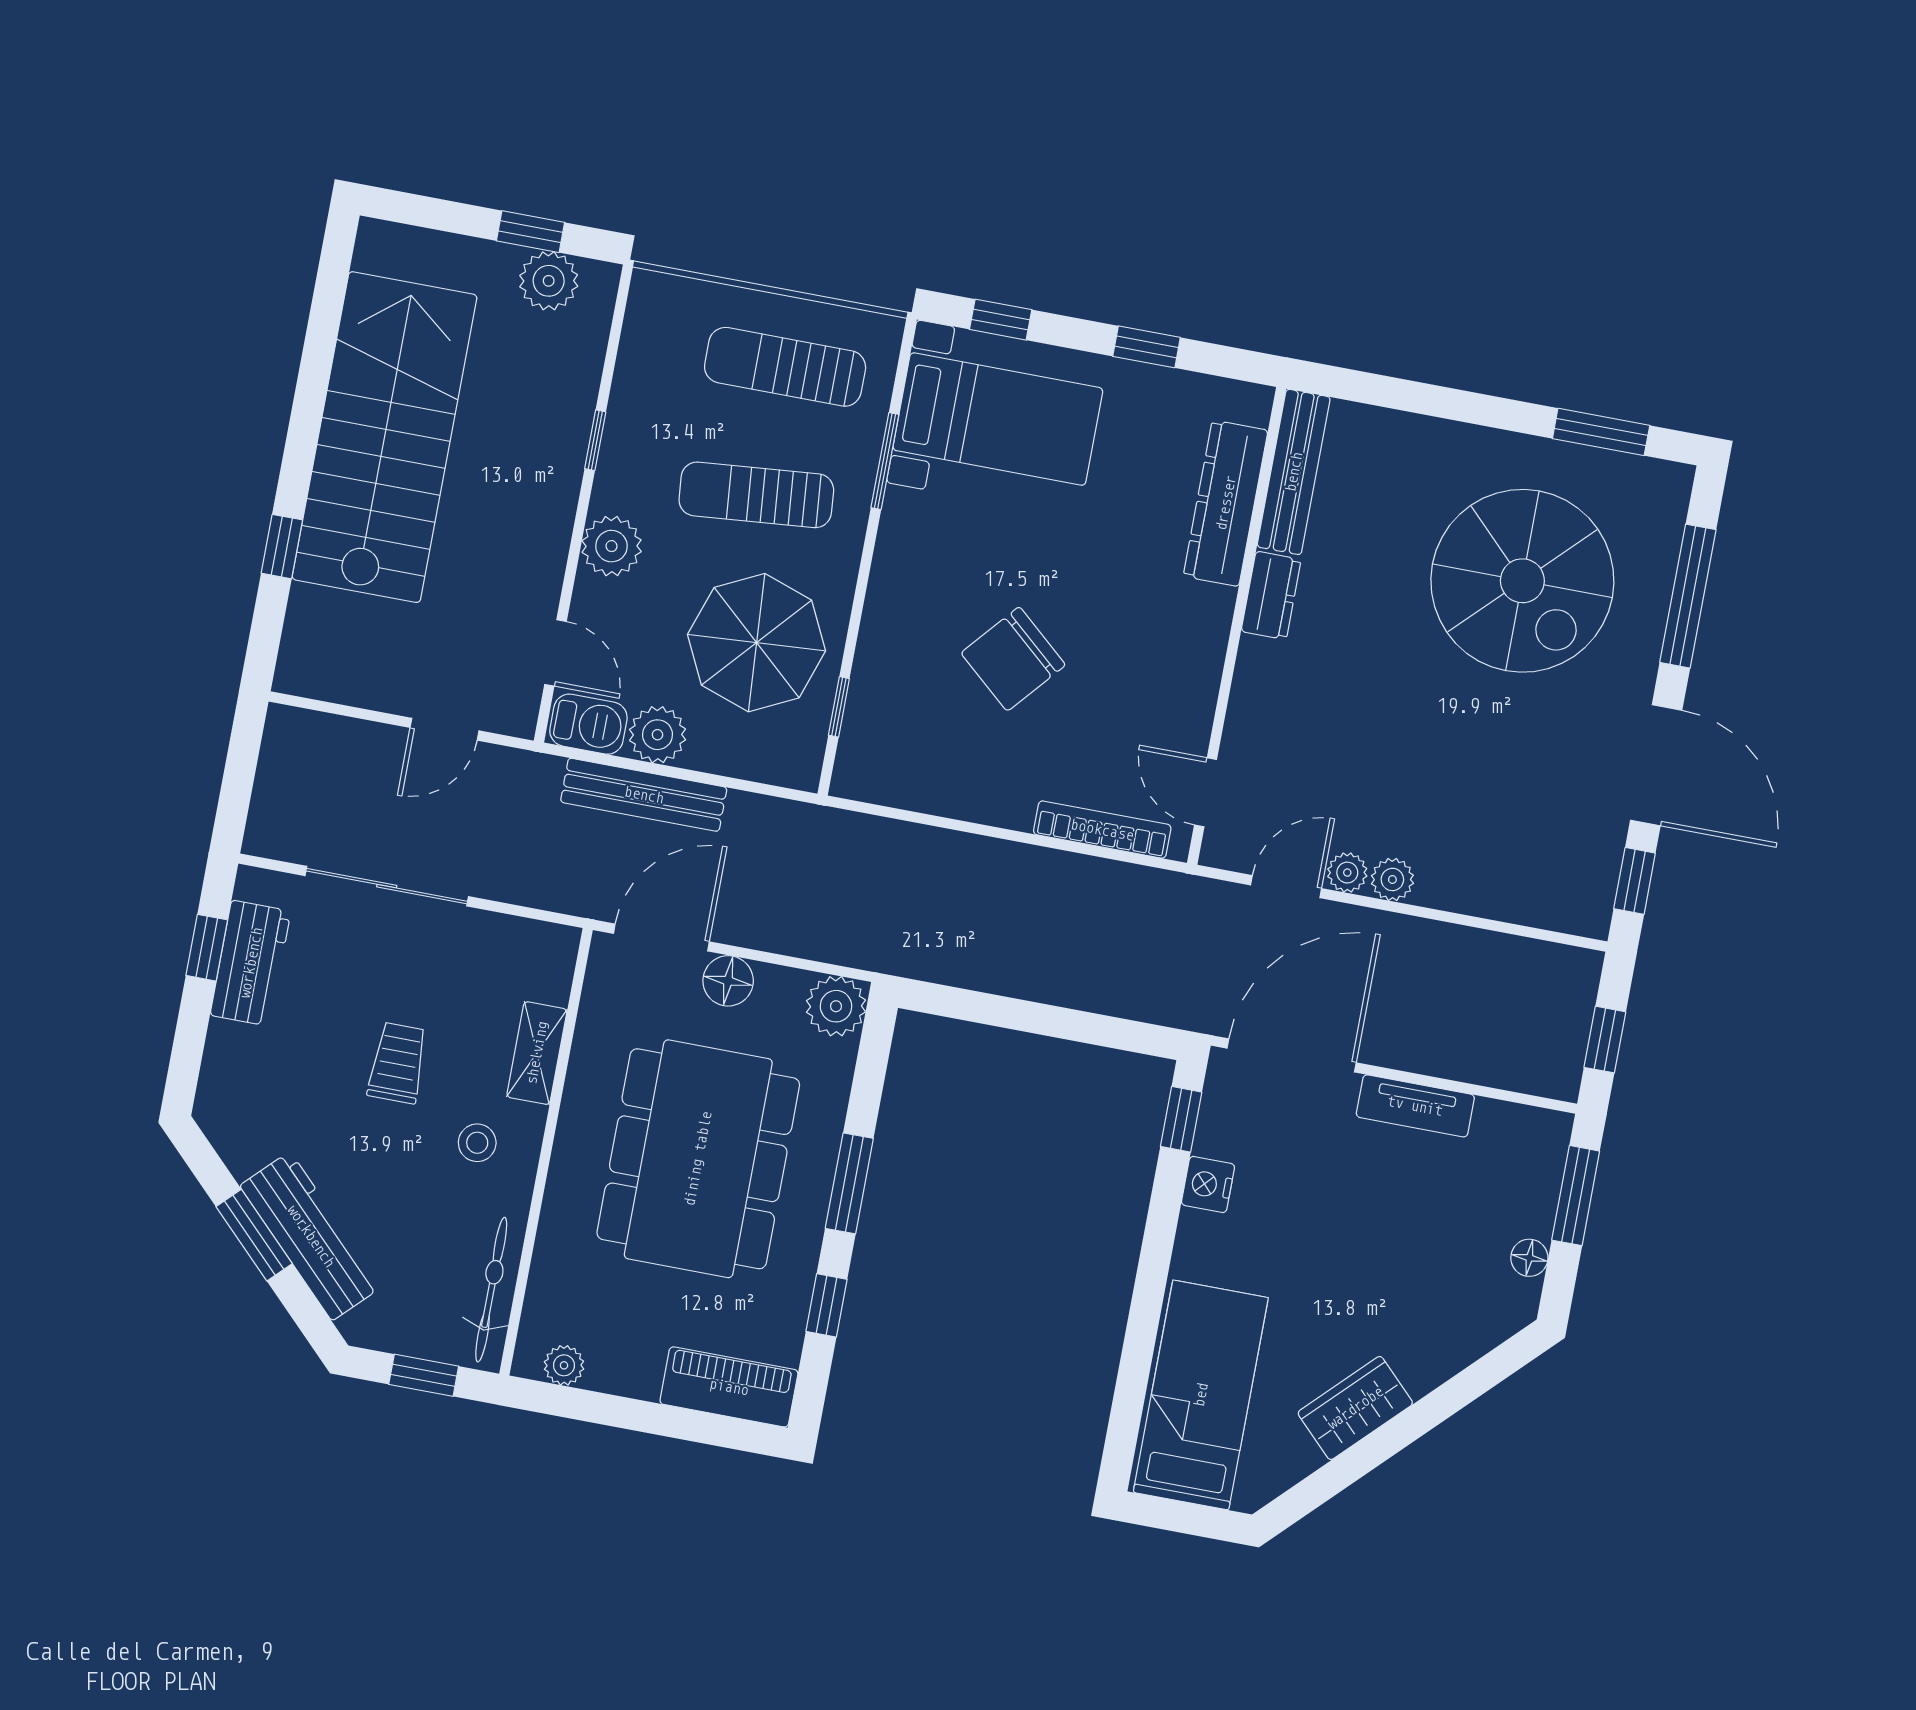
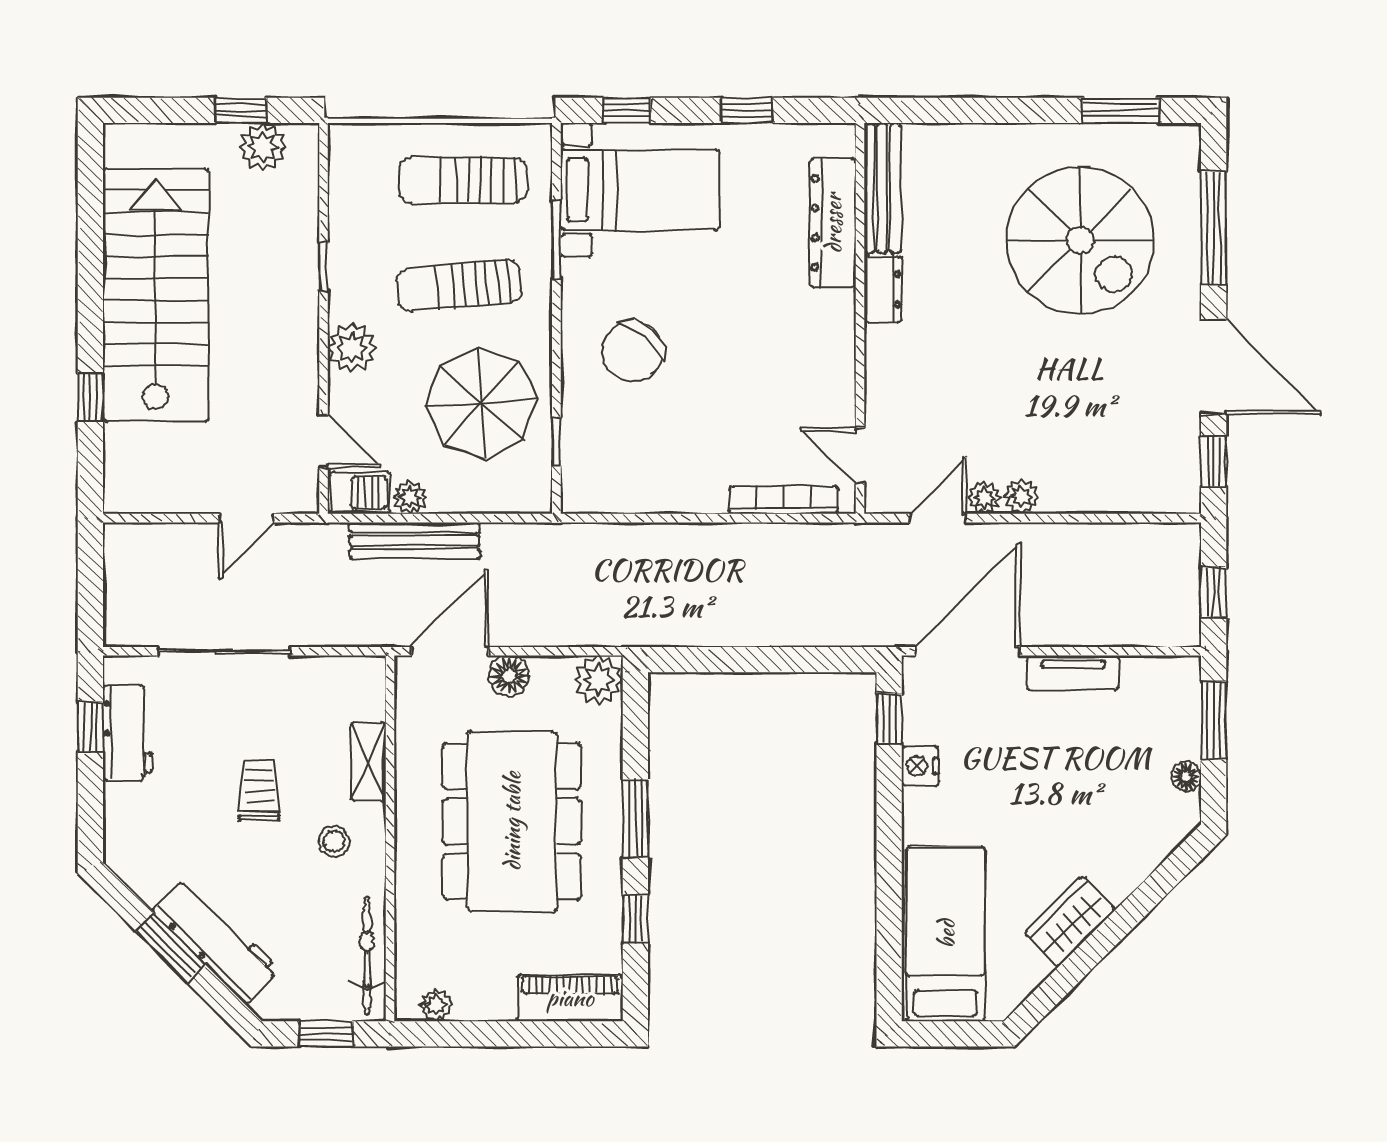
chair: (1013, 659) -> (633, 351), moved
plant: (657, 735) -> (410, 497), width x0.73, depth x0.73

